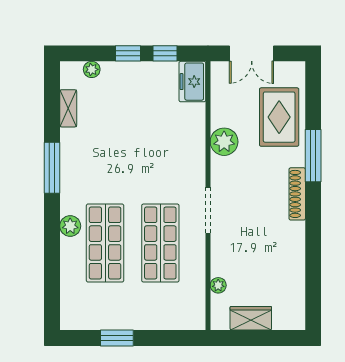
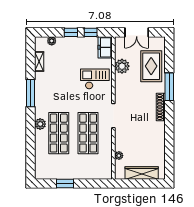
checkout: (173, 141) -> (95, 79), added
plant: (224, 142) -> (122, 66), moved
wardrobe: (251, 318) -> (142, 173), width x1.50

